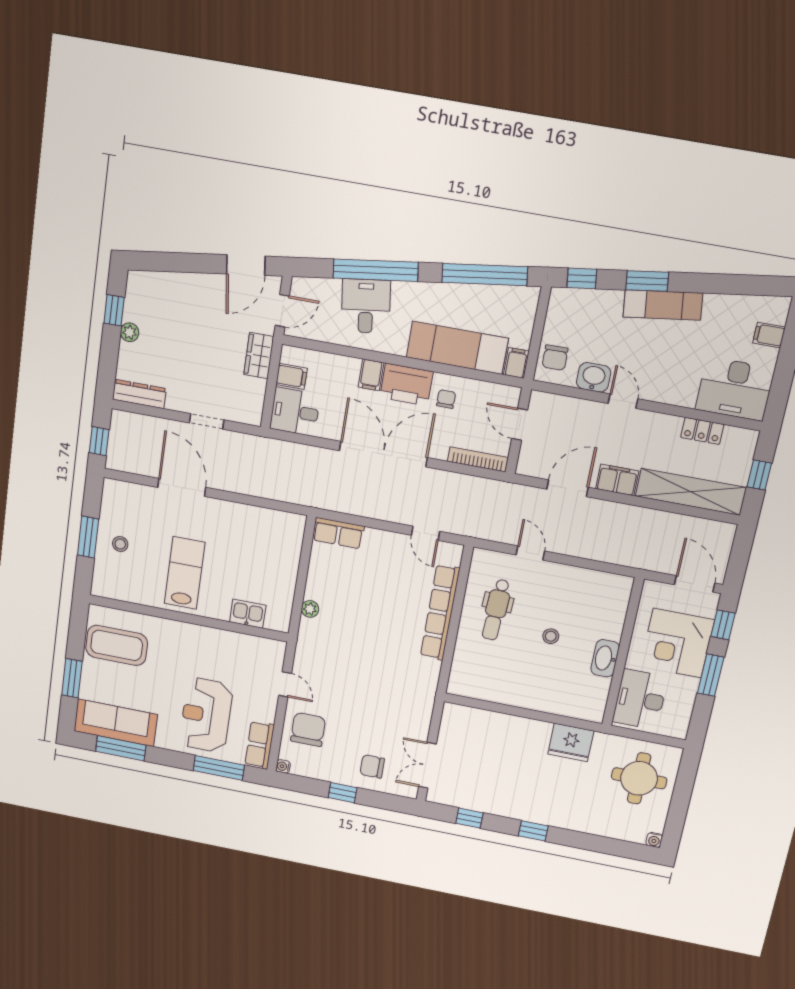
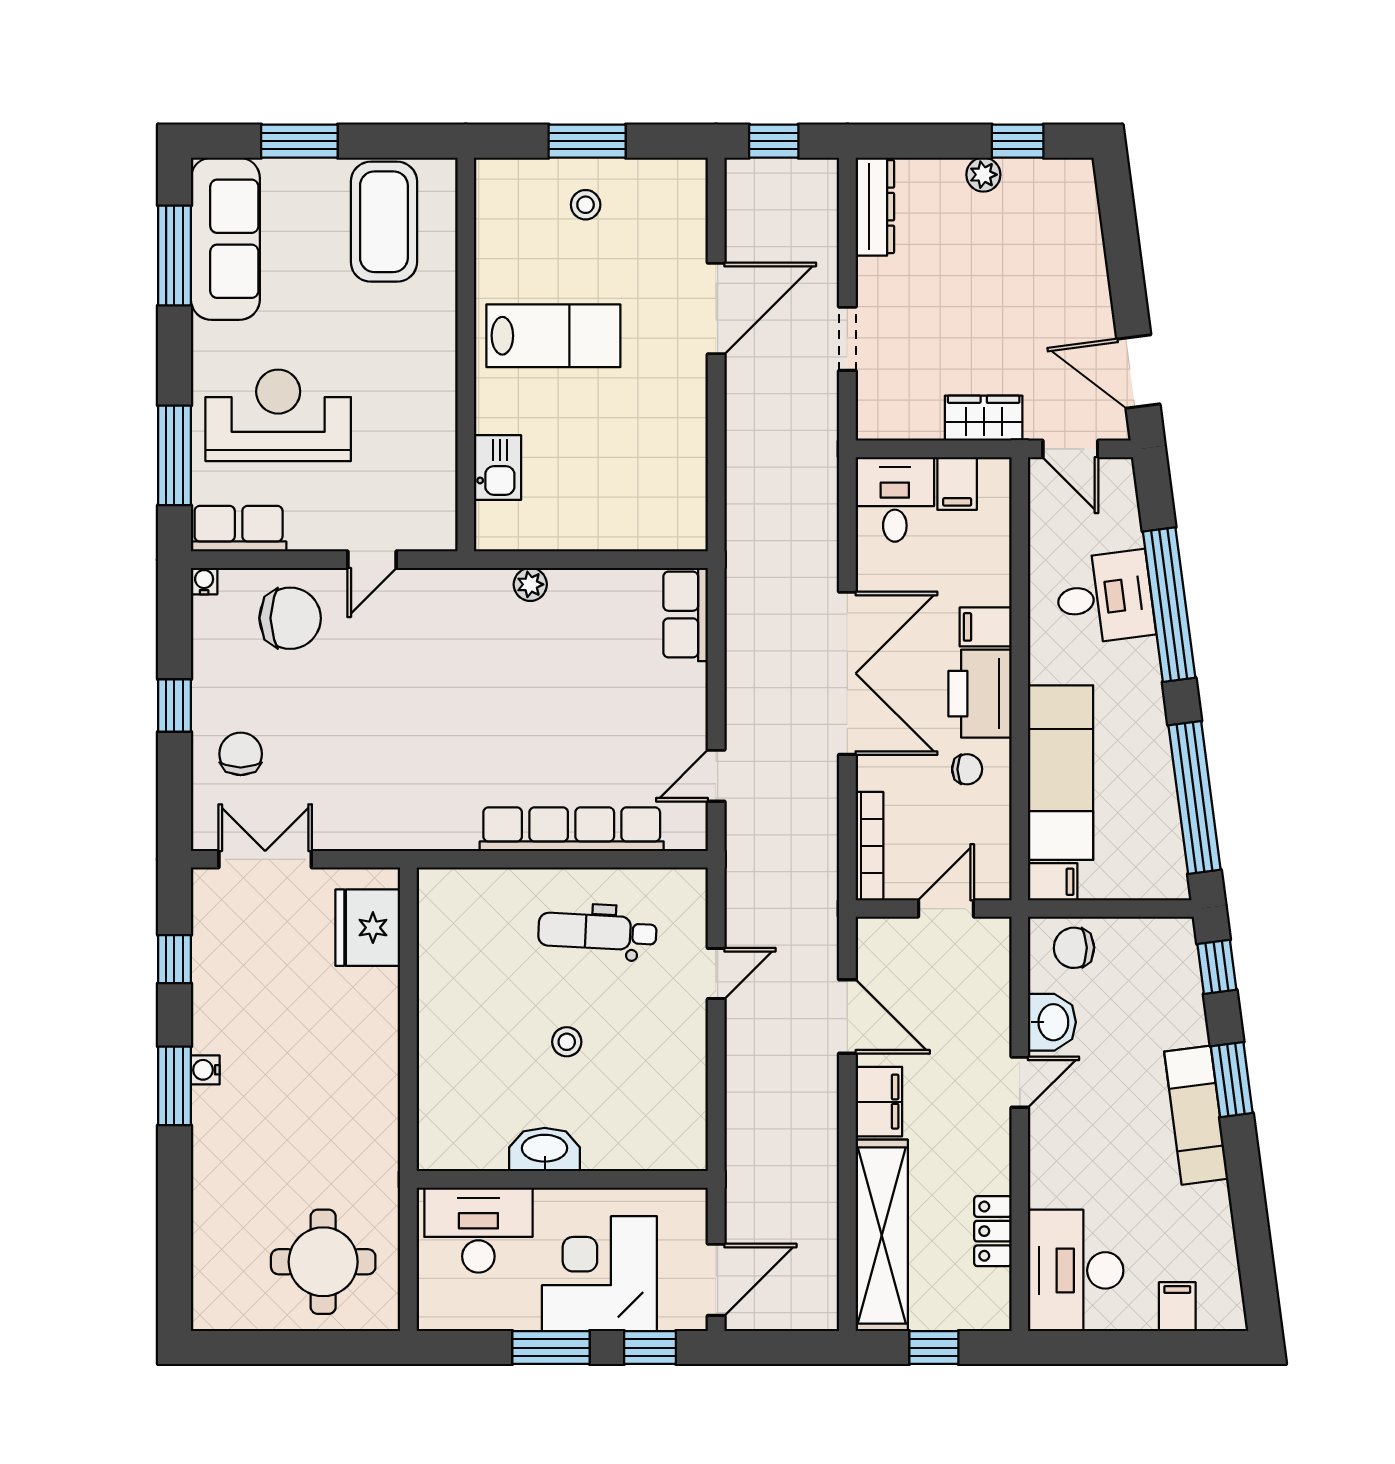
fridge: (571, 742) -> (368, 928), moved
window: (533, 831) -> (174, 1086), width x1.50
water cooler: (654, 840) -> (205, 1070), moved

